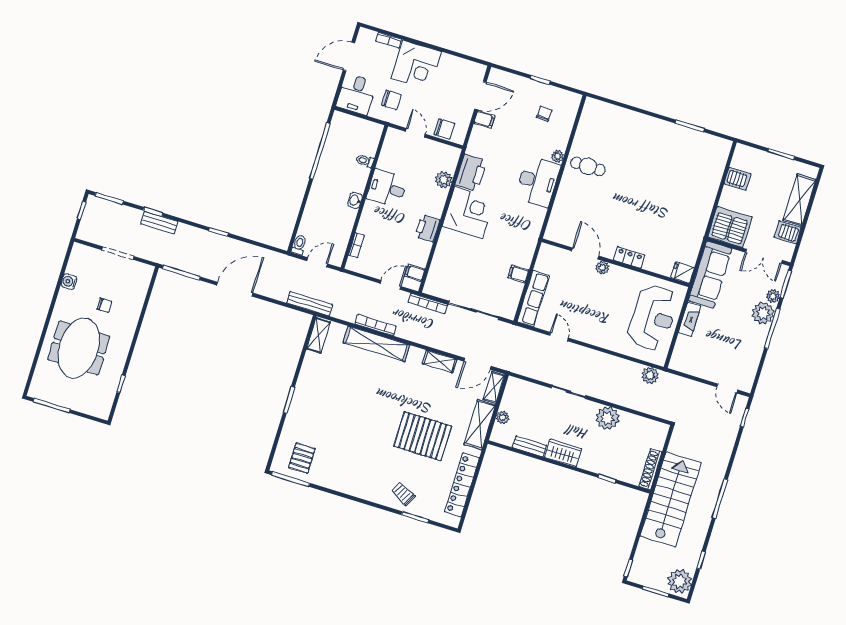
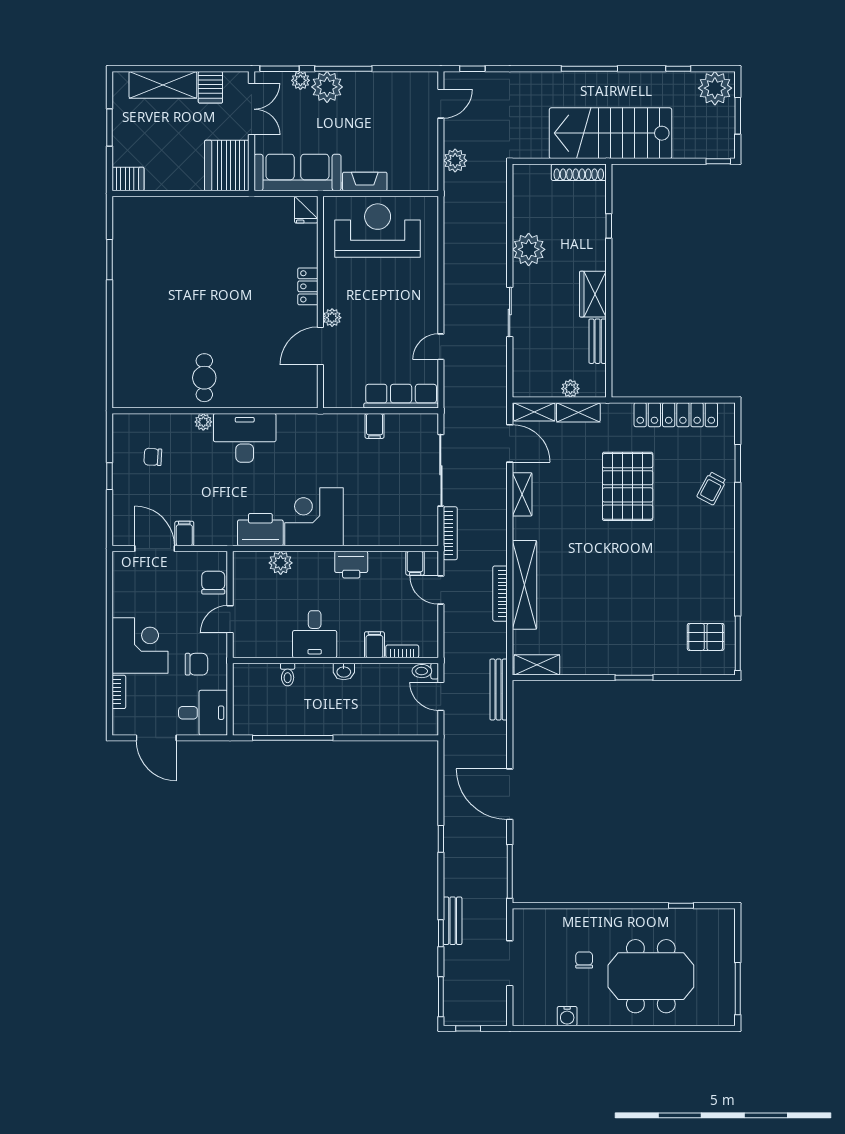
chair: (391, 100) -> (196, 664), turned 90
server rack: (738, 179) -> (128, 179), moved, turned 90
filing cabinet: (367, 227) -> (374, 645), added
toilet: (299, 245) -> (425, 671), moved
plant: (650, 375) -> (455, 161), moved
shelving: (480, 425) -> (578, 412), width x0.67, depth x0.75

